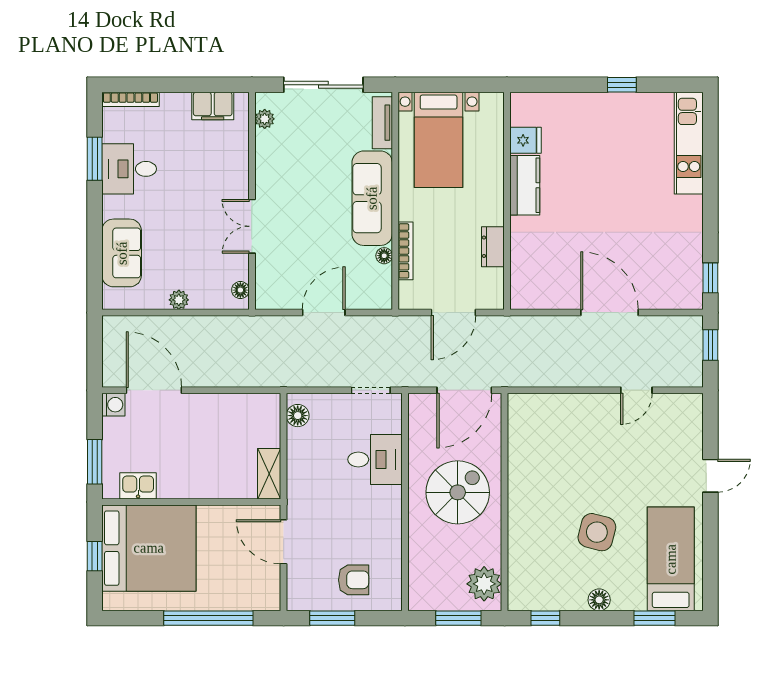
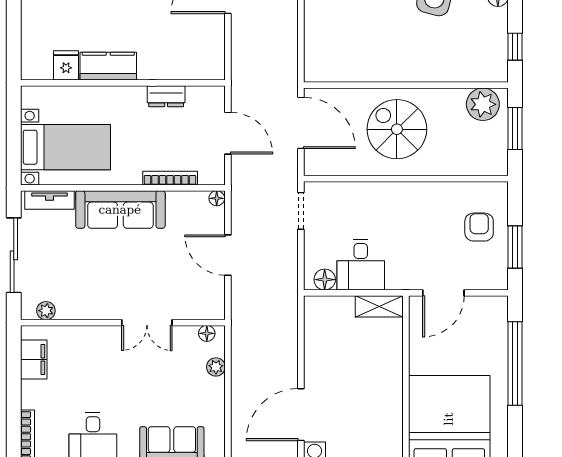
floor lamp: (384, 256) -> (217, 198), moved
plant: (179, 300) -> (216, 367), moved
desk: (375, 459) -> (361, 265), moved, turned 180
kitchen sink: (138, 486) -> (391, 430), removed

